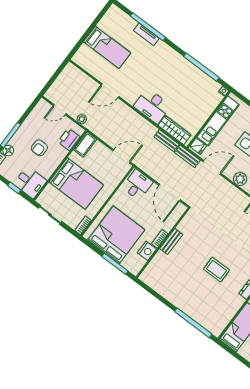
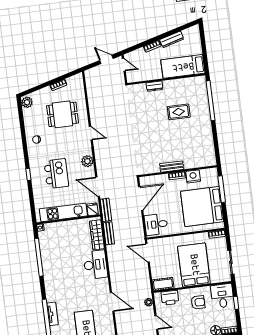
armchair: (39, 148) -> (198, 302), moved
rug: (216, 270) -> (179, 112), moved, turned 90

